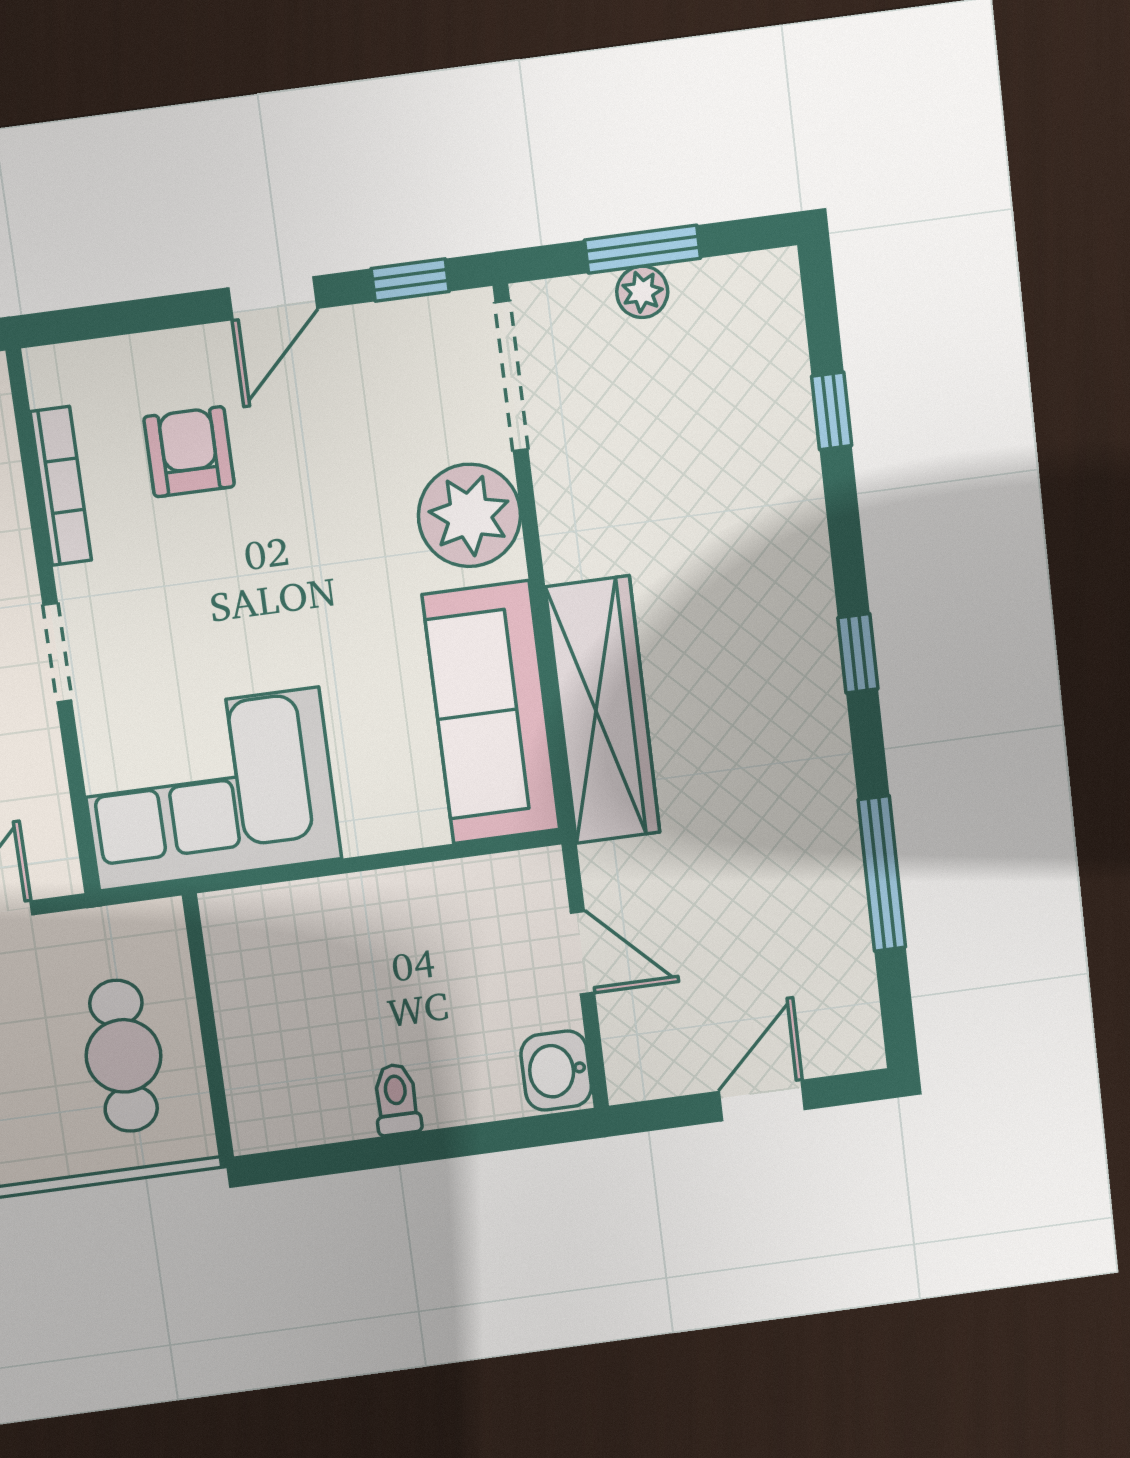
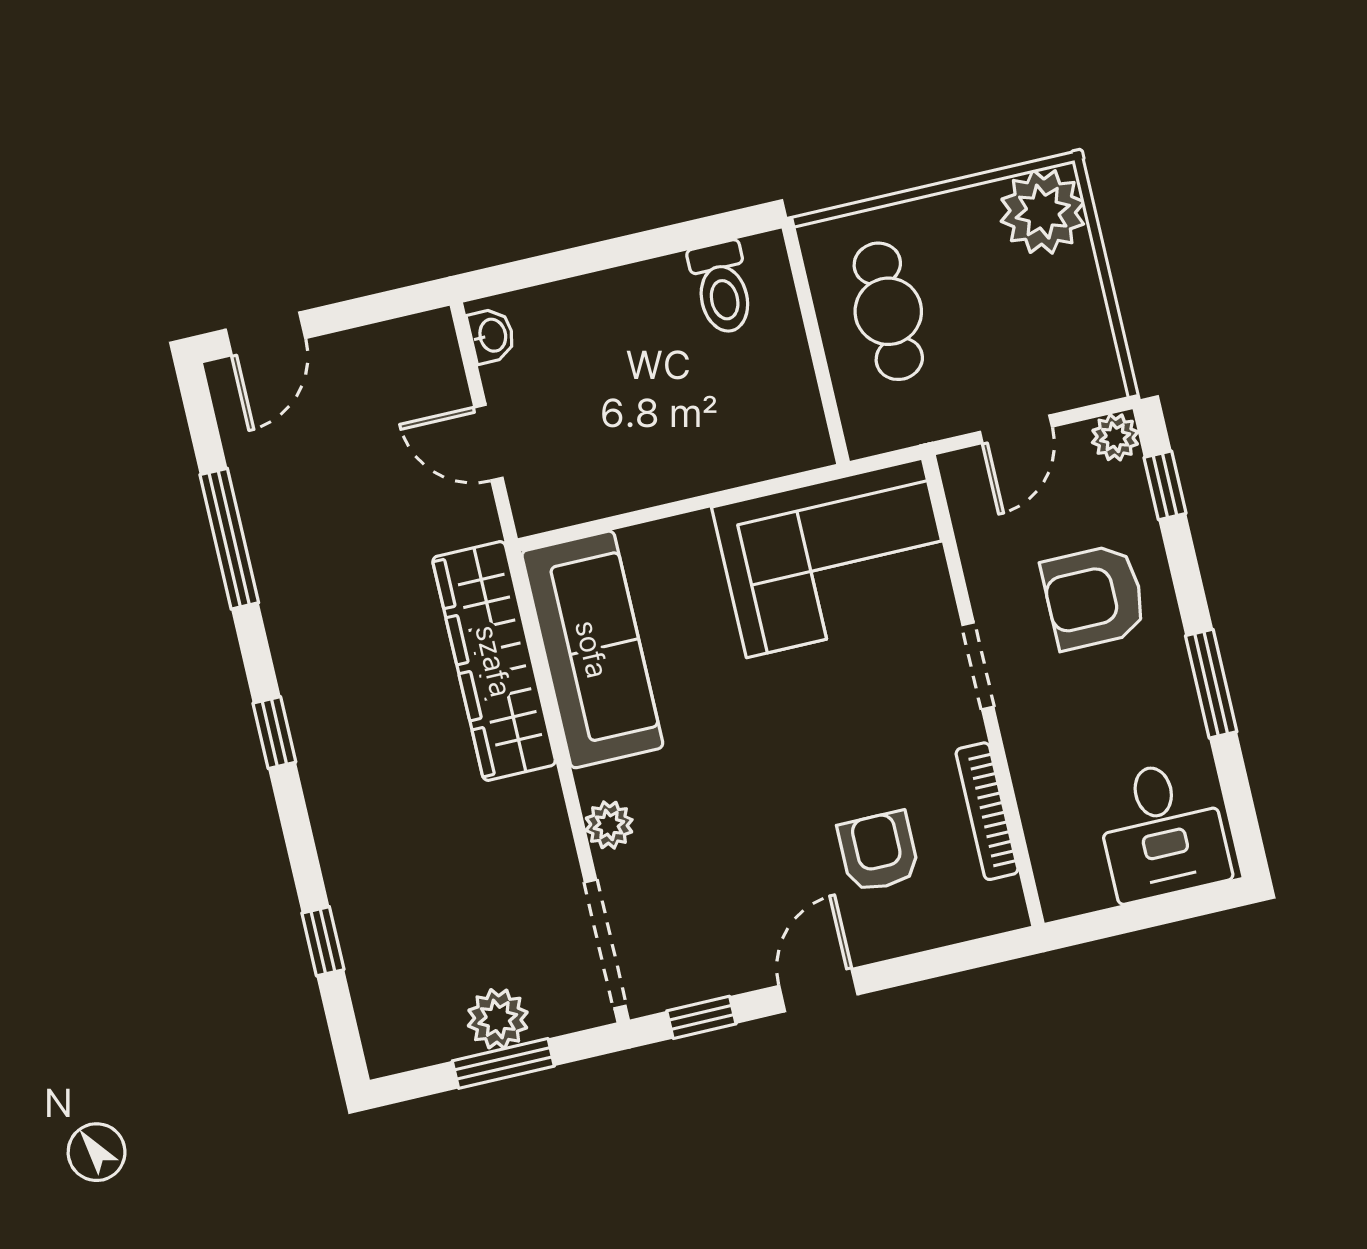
plant: (642, 292) -> (498, 1019), width x1.38, depth x1.38
armchair: (189, 452) -> (879, 852), turned 180
plant: (469, 515) -> (609, 825), width x0.53, depth x0.53
washbasin: (556, 1071) -> (492, 336), width x0.72, depth x0.69
toilet: (396, 1100) -> (722, 288), moved, width x1.37, depth x1.39
door: (762, 1101) -> (266, 334), moved

